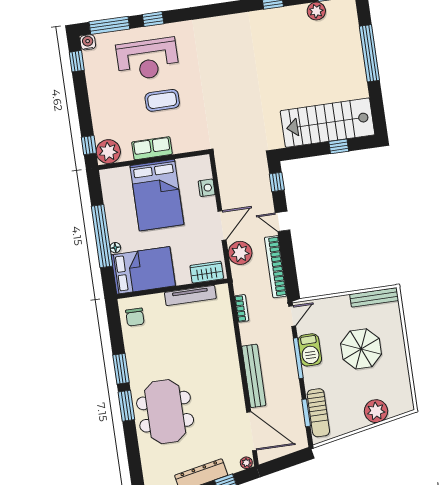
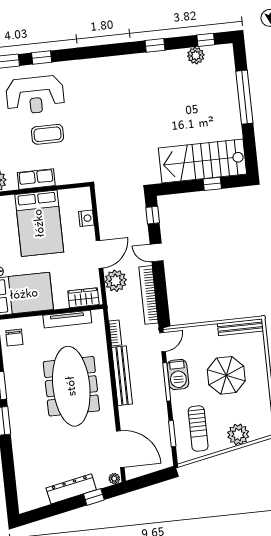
bench: (254, 376) -> (122, 376), moved
meeting table: (165, 412) -> (71, 386), moved, width x1.36
sun lounger: (318, 413) -> (198, 429), moved

